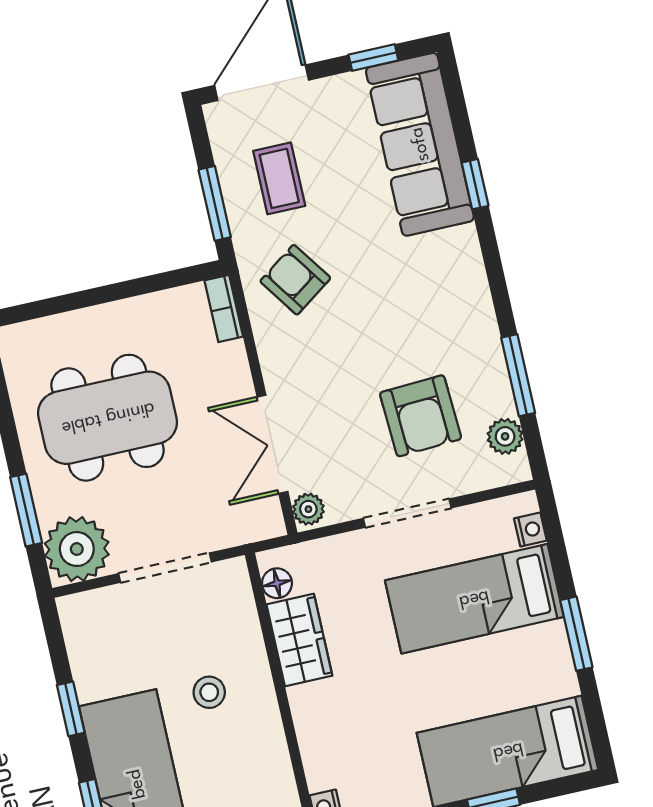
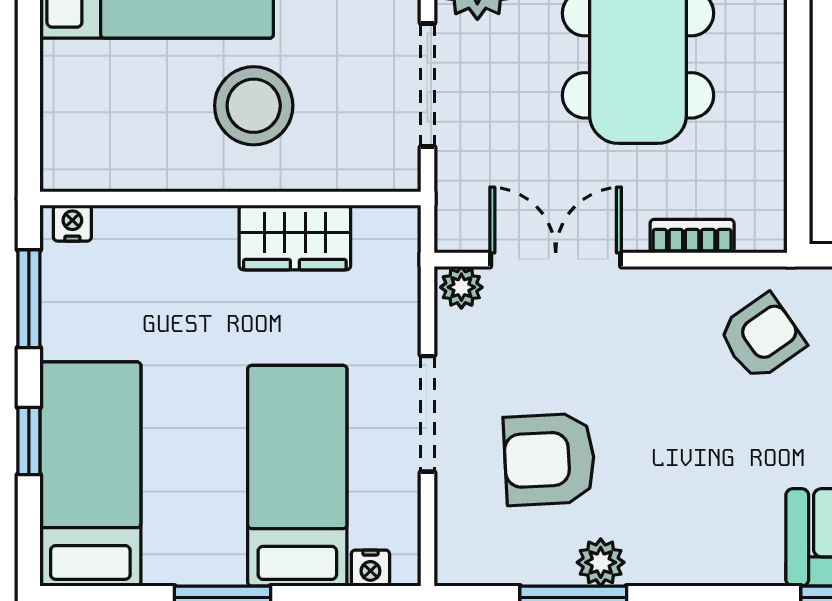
bookcase: (224, 309) -> (692, 236), moved
plant: (505, 436) -> (601, 562), moved
floor lamp: (277, 583) -> (375, 225), removed
stool: (209, 692) -> (254, 106), width x1.89, depth x1.89

